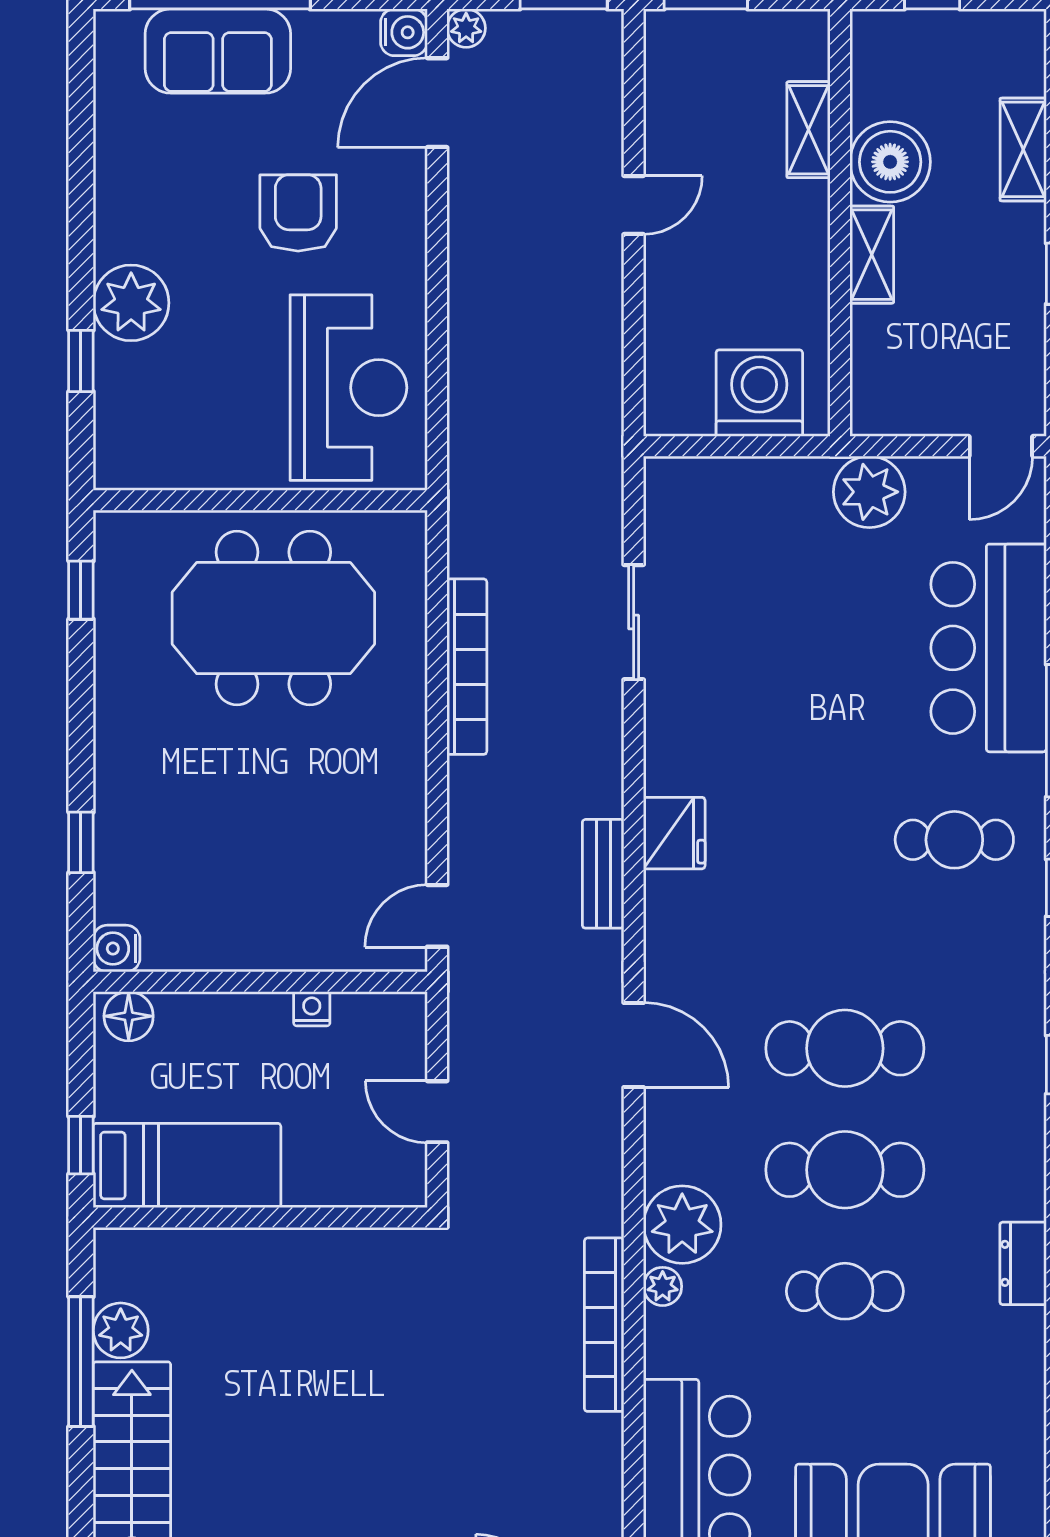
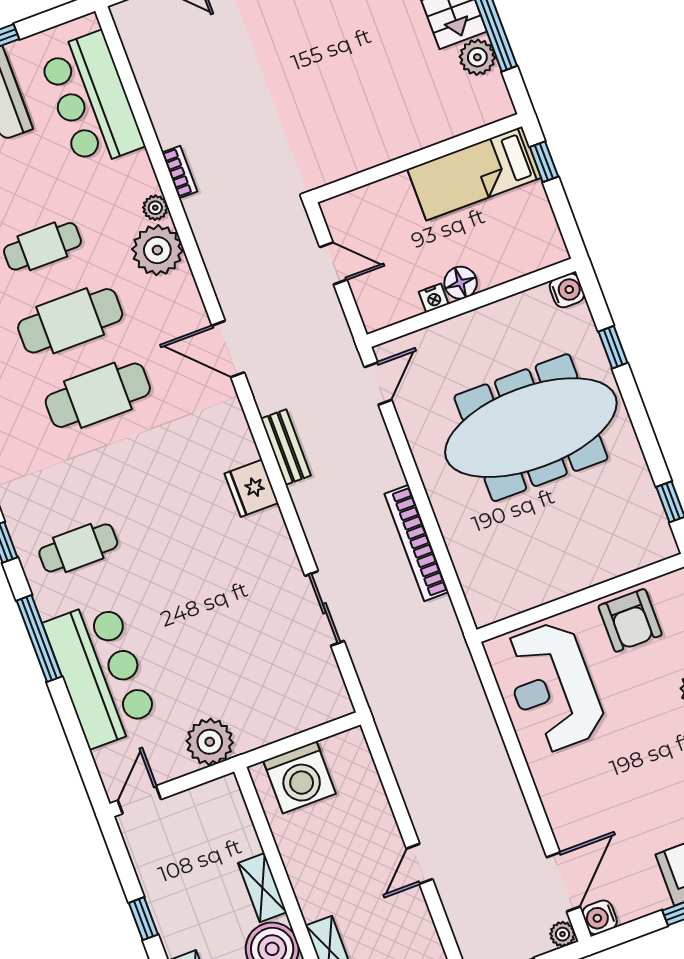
armchair: (298, 213) -> (630, 620), moved
meeting table: (273, 618) -> (531, 428), moved, width x1.36
floor lamp: (129, 1016) -> (461, 283), moved
bookcase: (604, 1325) -> (180, 172), width x0.43, depth x0.76

